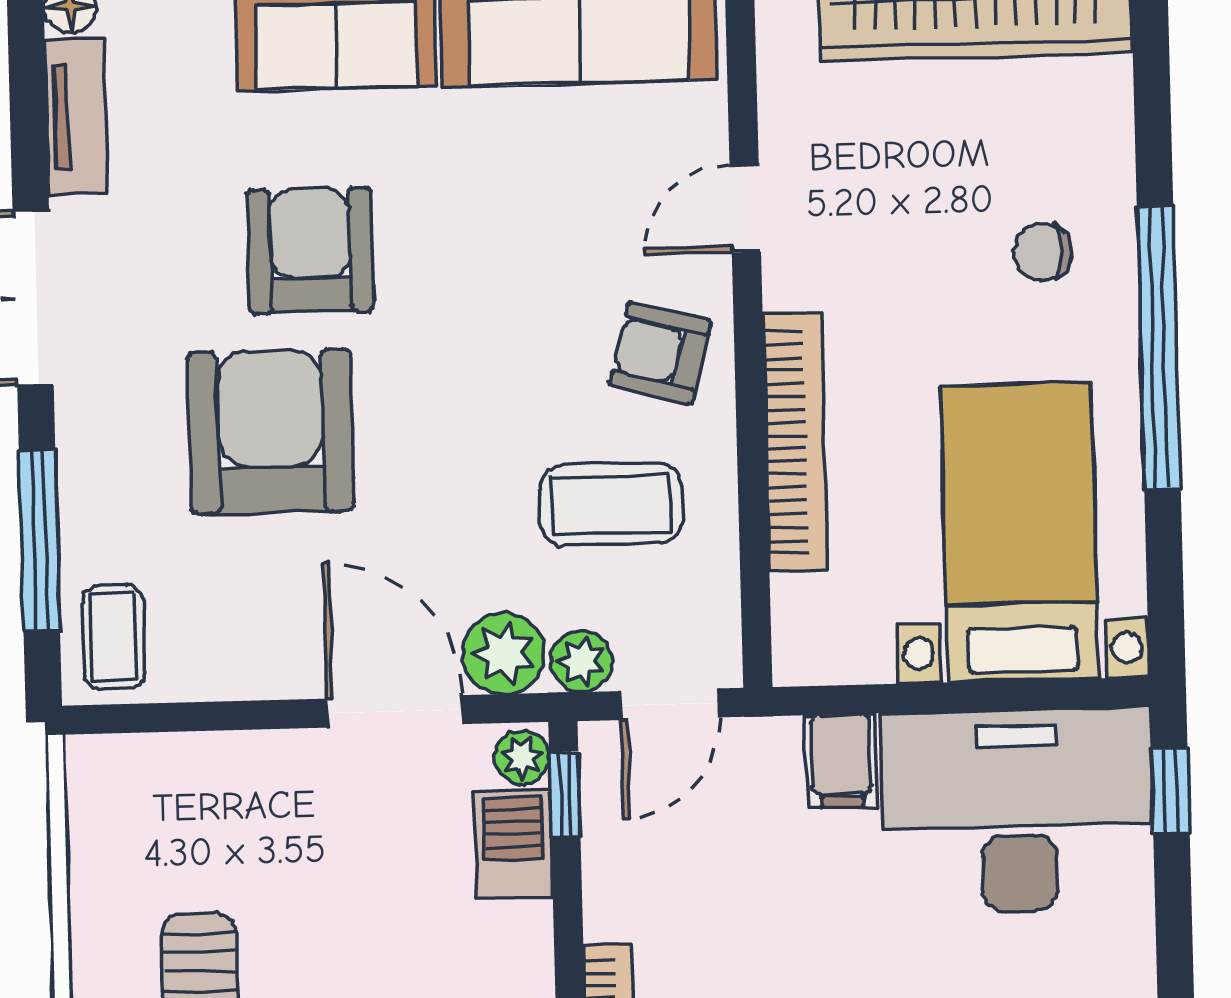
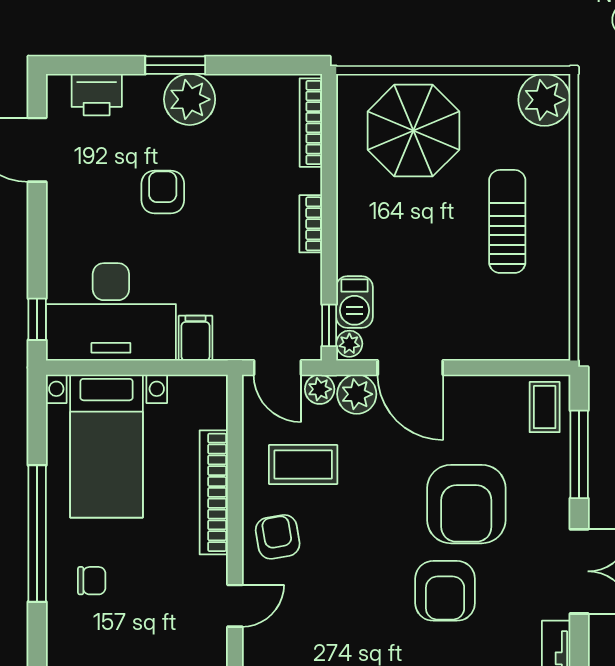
armchair: (660, 353) -> (278, 537), turned -115
door: (670, 704) -> (277, 368), swing flipped

